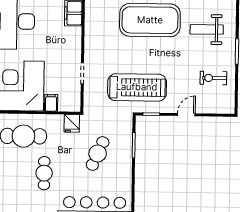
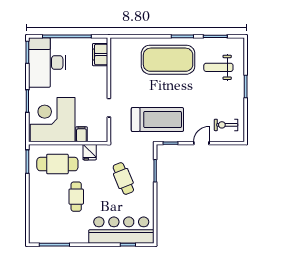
exercise bike: (213, 78) -> (226, 125), moved
fridge: (72, 123) -> (90, 152), moved
cafe table: (98, 153) -> (123, 178), turned -46

